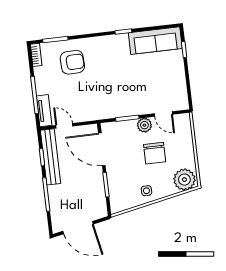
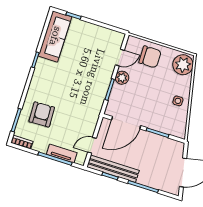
tv unit: (44, 111) -> (62, 153), moved
chair: (155, 153) -> (150, 57), moved

